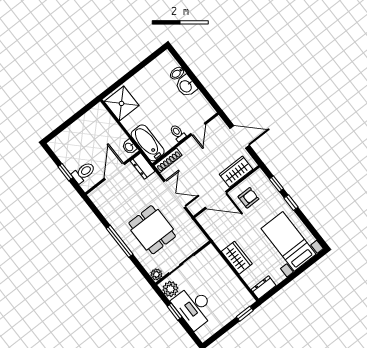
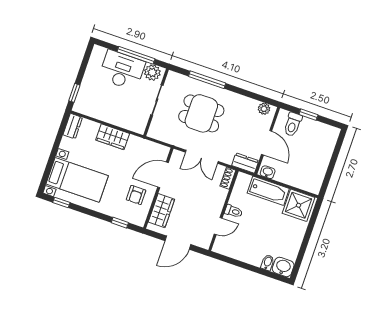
washbasin: (186, 86) -> (283, 267), moved
door: (198, 129) -> (218, 226), swing flipped
bathtub: (148, 143) -> (268, 191), moved
shoe rack: (168, 160) -> (228, 178), width x0.70
window: (291, 203) -> (61, 203), moved
window: (120, 241) -> (207, 80), moved
plant: (156, 274) -> (264, 109), moved
window: (175, 312) -> (136, 55), width x2.17

